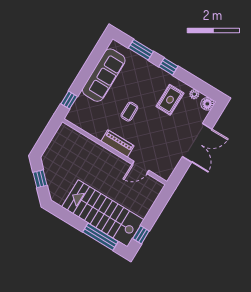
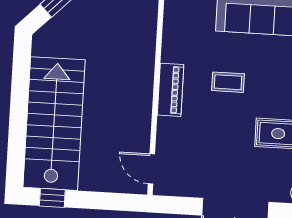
door: (140, 167) -> (151, 169), moved
window: (100, 237) -> (17, 139), removed

